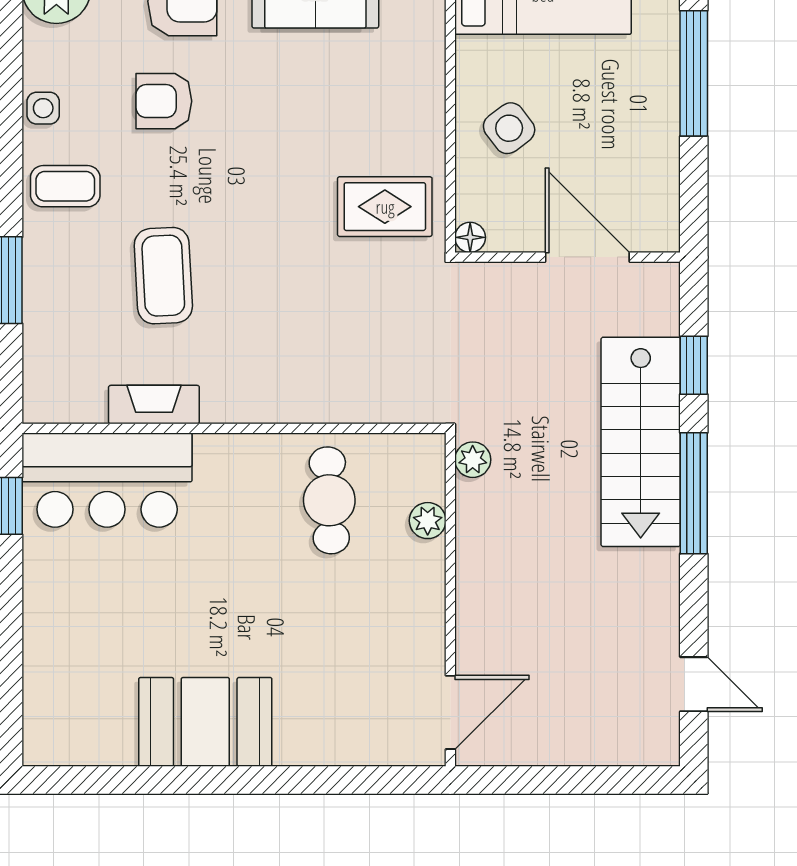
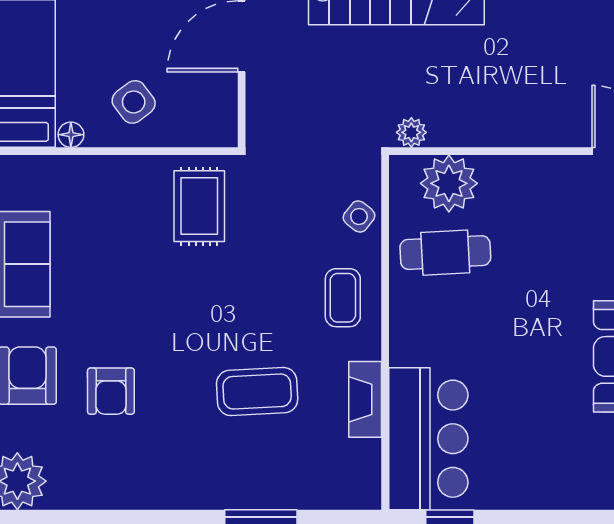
side table: (43, 108) -> (359, 216), moved, turned 38
coffee table: (65, 186) -> (343, 298), moved
floor lamp: (470, 237) -> (71, 135), moved
plant: (428, 521) -> (449, 183), width x1.87, depth x1.87

